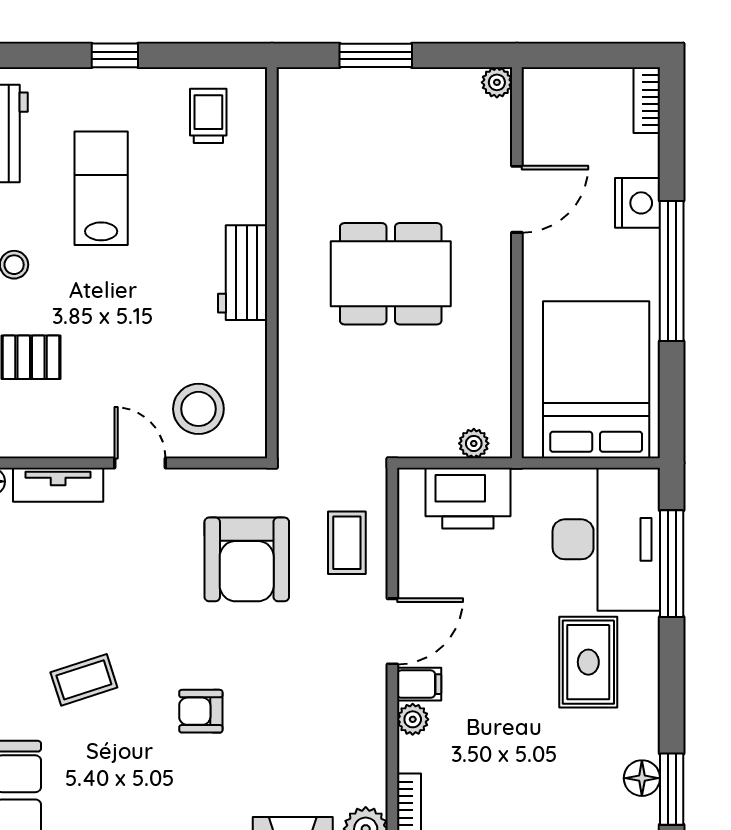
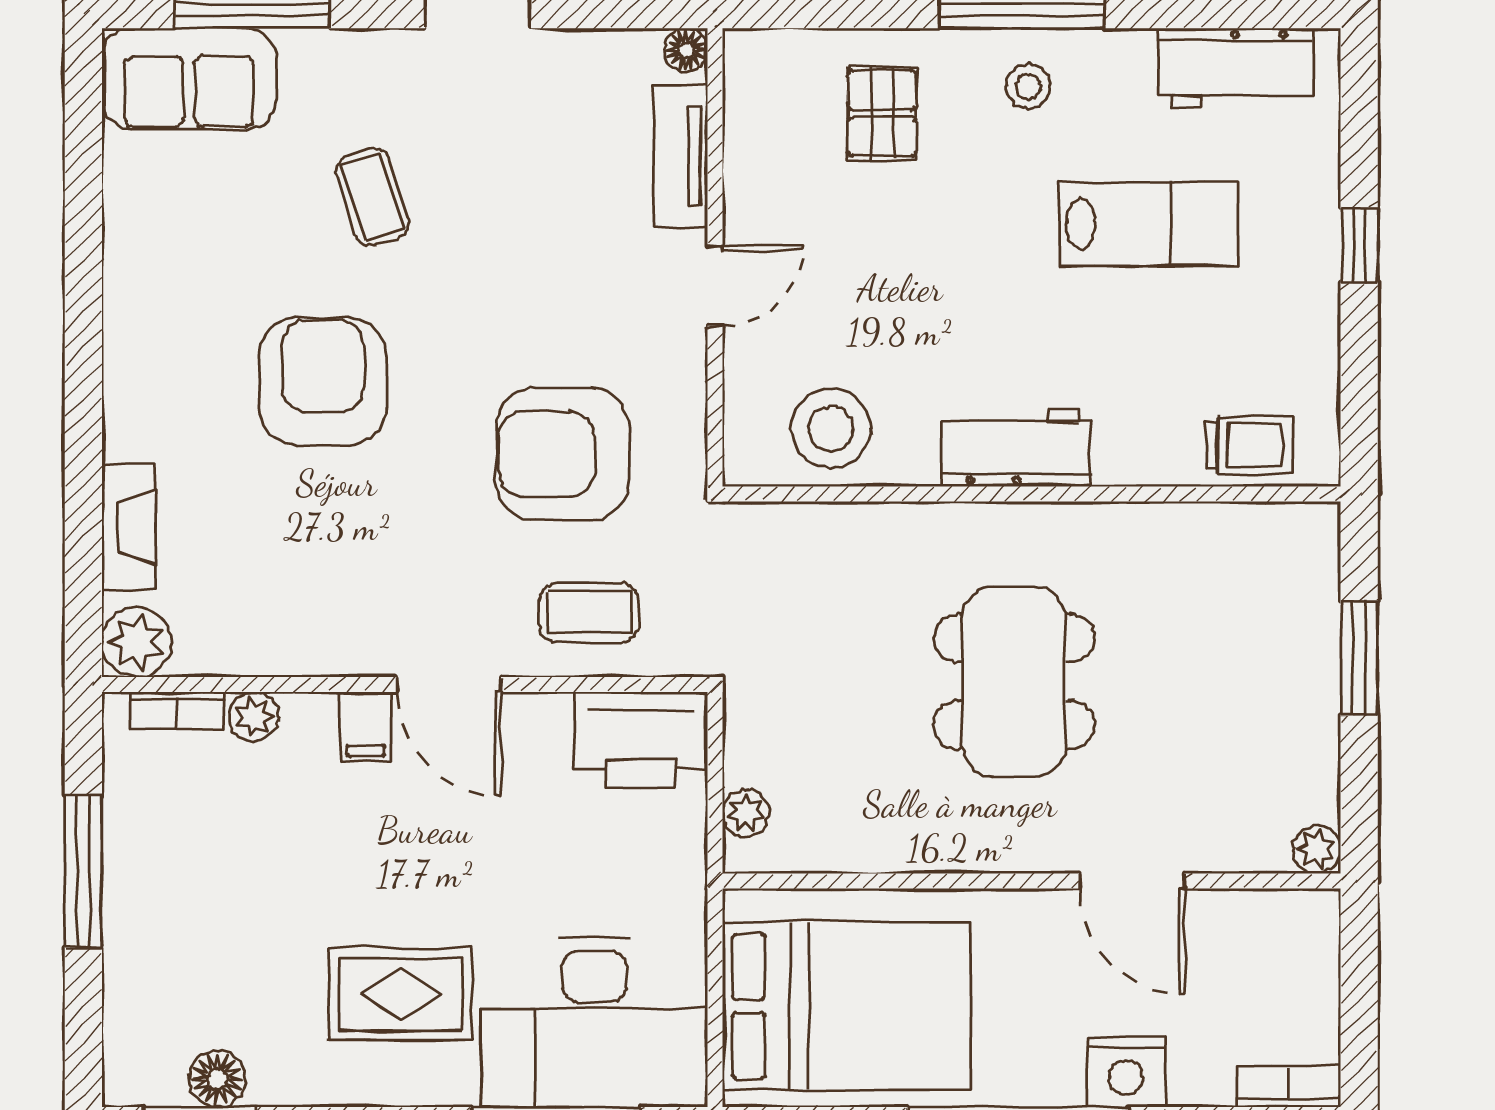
trolley: (208, 116) -> (1249, 445), moved
stool: (198, 409) -> (831, 429), moved
printer: (468, 498) -> (641, 740), moved, turned -90
armchair: (201, 711) -> (323, 382), width x1.88, depth x1.88
plant: (413, 719) -> (254, 717), moved

